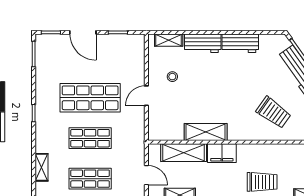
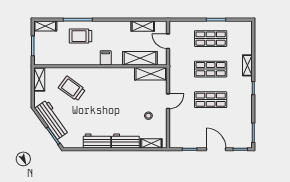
shop shelf: (90, 98) -> (211, 100), width x0.70, depth x0.74
shelving: (206, 132) -> (151, 74), moved
filing cabinet: (222, 153) -> (106, 58), width x0.50
shelving: (42, 167) -> (247, 65), moved

